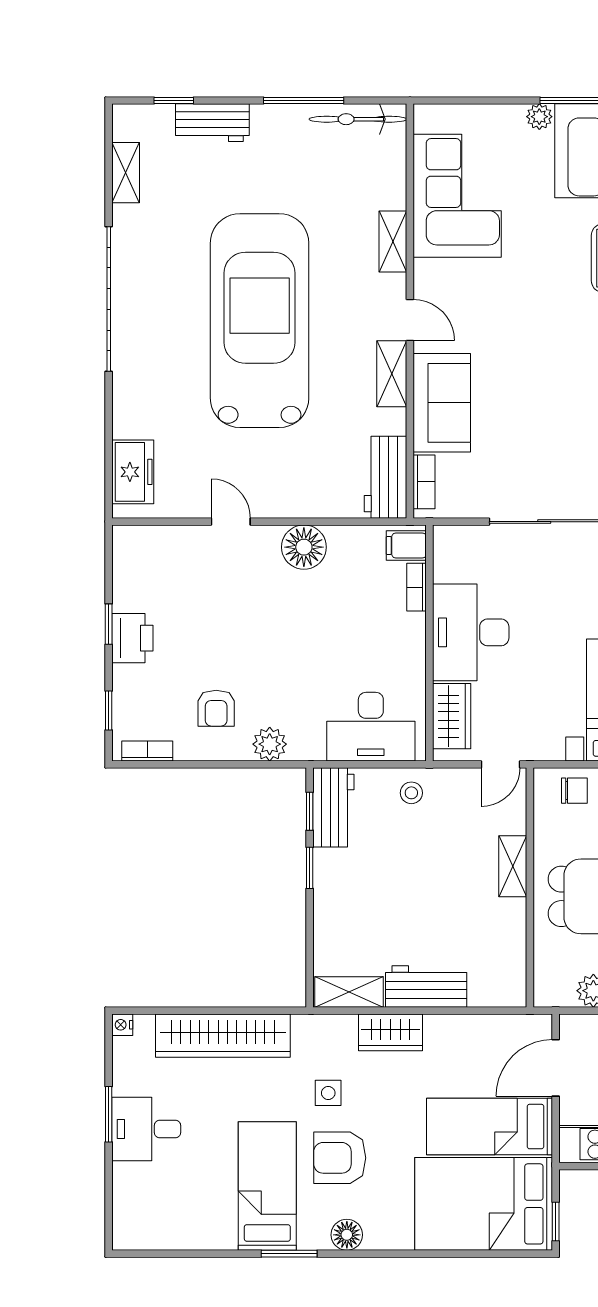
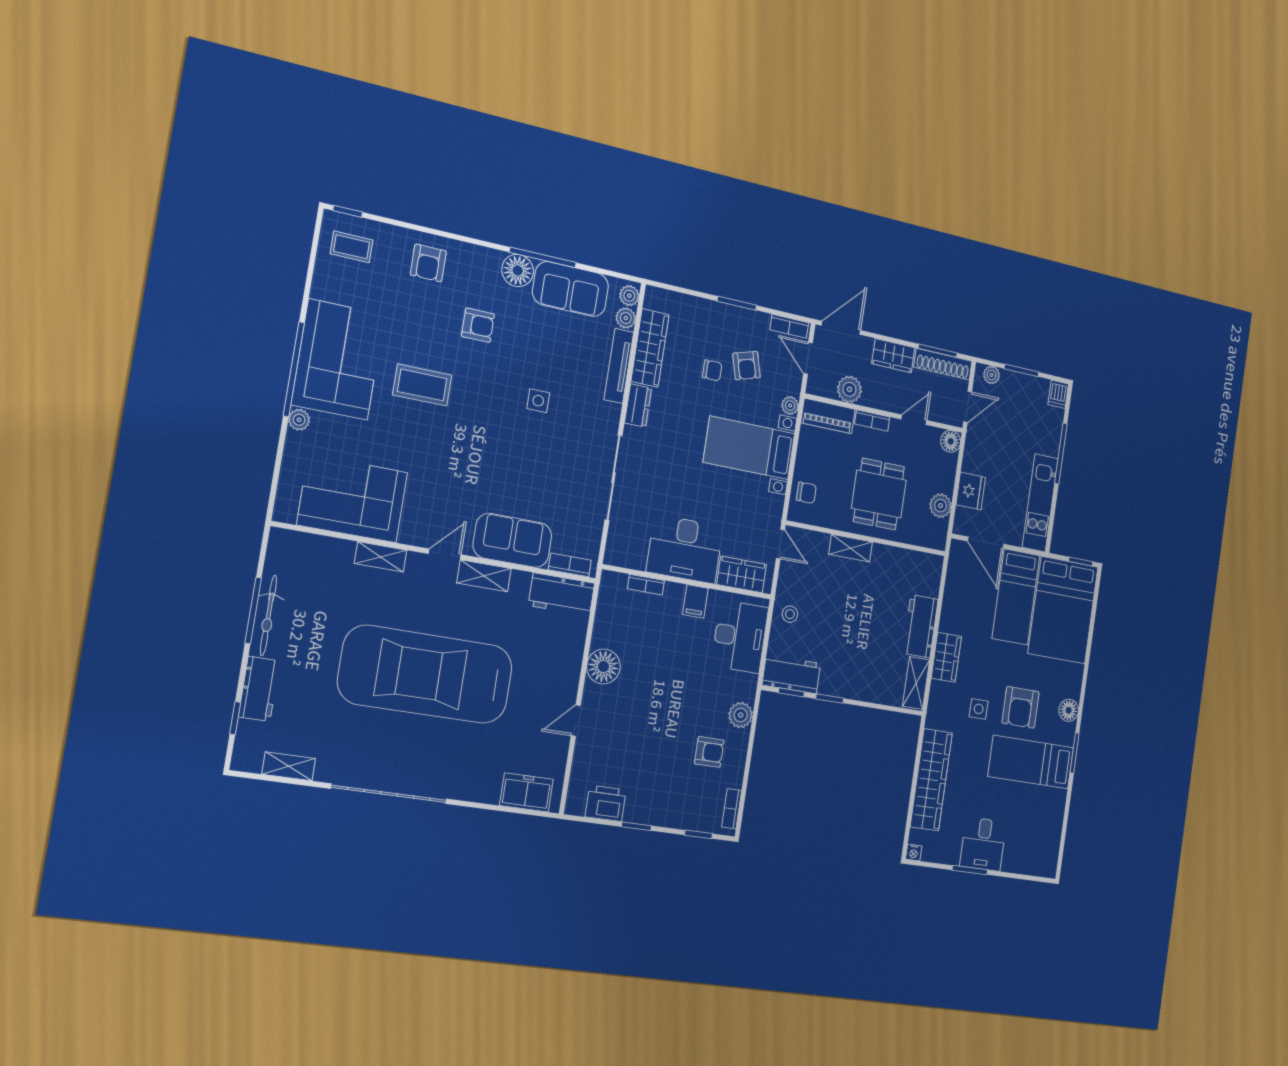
bicycle: (358, 119) -> (268, 615), moved
filing cabinet: (406, 545) -> (695, 601), moved
printer: (132, 638) -> (606, 803), moved
chair: (574, 791) -> (806, 493), turned 90

